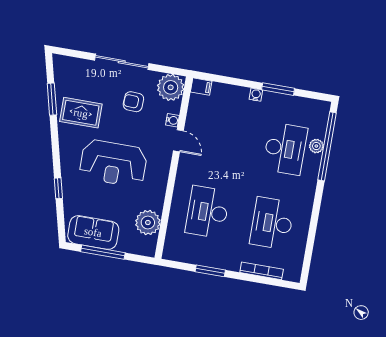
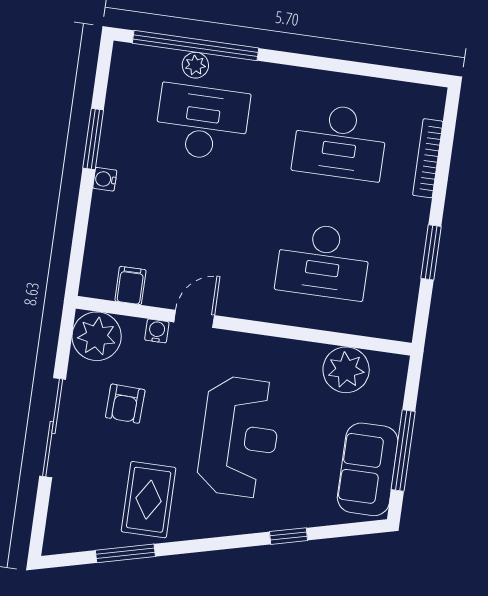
filing cabinet: (201, 87) -> (130, 285), moved

